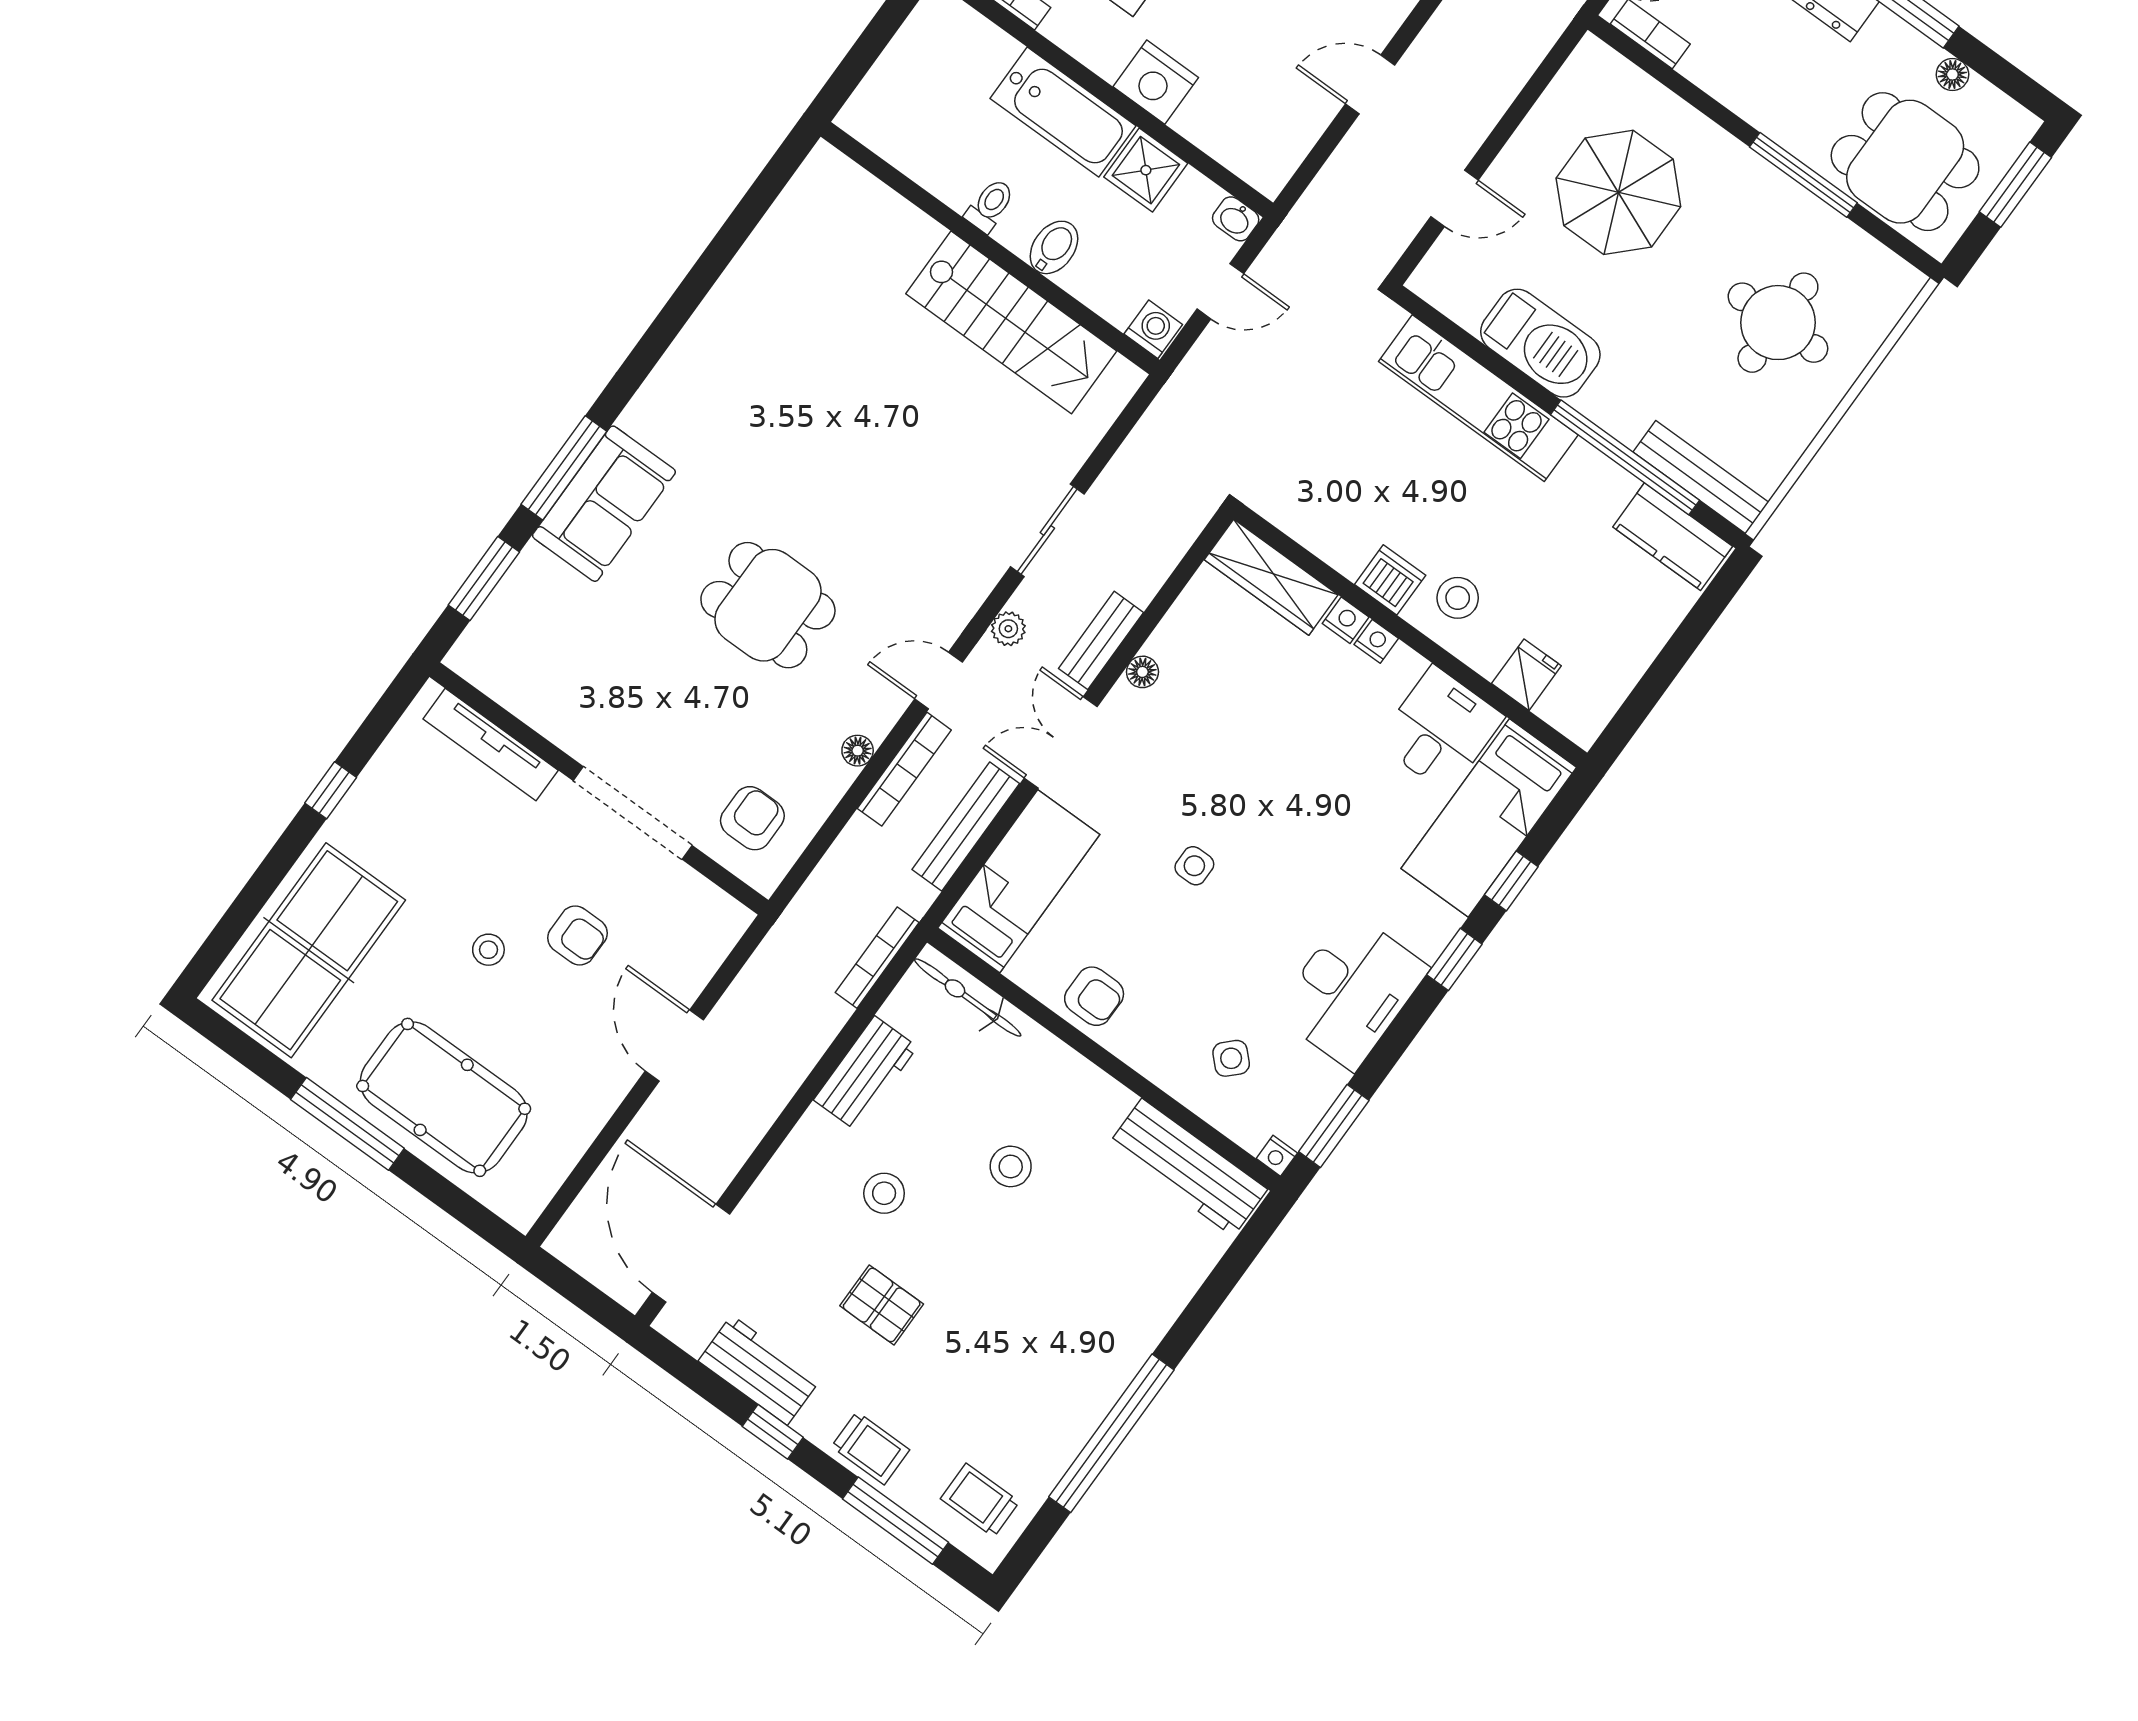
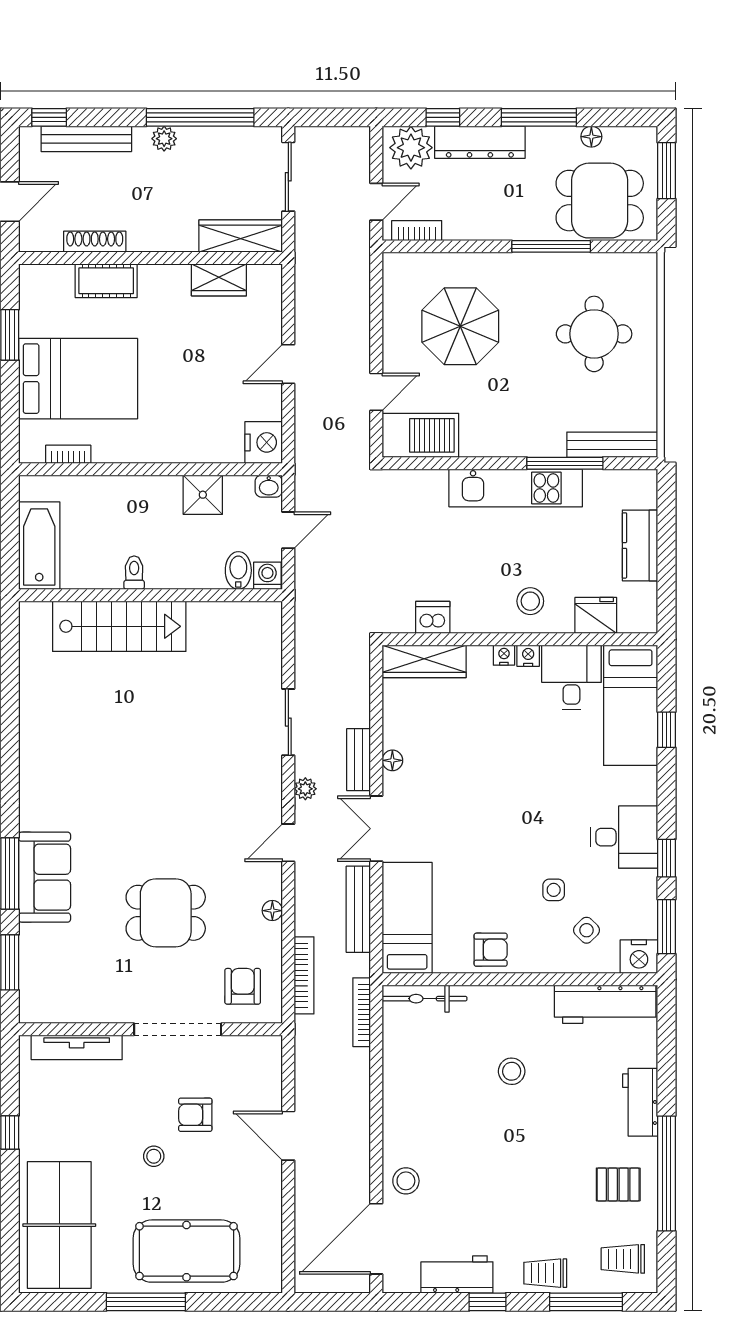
nightstand: (1156, 82) -> (264, 442), moved, turned -90
bathtub: (1063, 112) -> (39, 546), moved, turned -90
bidet: (1054, 247) -> (238, 570), moved
stairs: (1011, 322) -> (119, 626), moved
barbecue: (1540, 343) -> (420, 435), moved
kitchen unit: (1478, 398) -> (516, 488), moved
window: (1625, 457) -> (565, 463), width x0.68
kitchen counter: (1673, 537) -> (640, 545), moved, turned 90
dishwasher: (1390, 580) -> (433, 617), moved
dining table: (768, 605) -> (166, 913), moved
nightstand: (1346, 620) -> (528, 656), moved
fridge: (1526, 675) -> (596, 615), width x1.38
bookcase: (904, 769) -> (304, 975), moved
side table: (1194, 866) -> (554, 890), moved
armchair: (577, 935) -> (195, 1115), turned 180
window: (1454, 959) -> (666, 858), moved
desk: (1351, 991) -> (624, 837), width x0.73
workbench: (866, 1073) -> (640, 1102), moved, turned 180
nightstand: (1277, 1156) -> (639, 957), width x1.89, depth x1.79
stool: (884, 1193) -> (406, 1181), moved
door: (691, 1253) -> (376, 1239), hinge flipped
pallet: (882, 1305) -> (618, 1184), moved
trolley: (870, 1448) -> (545, 1273), turned 180

